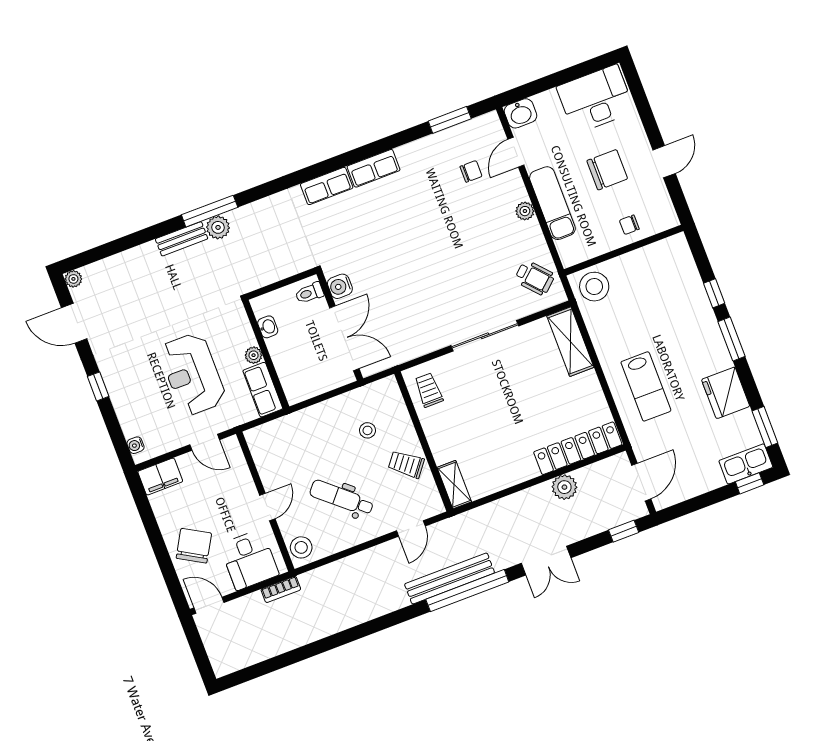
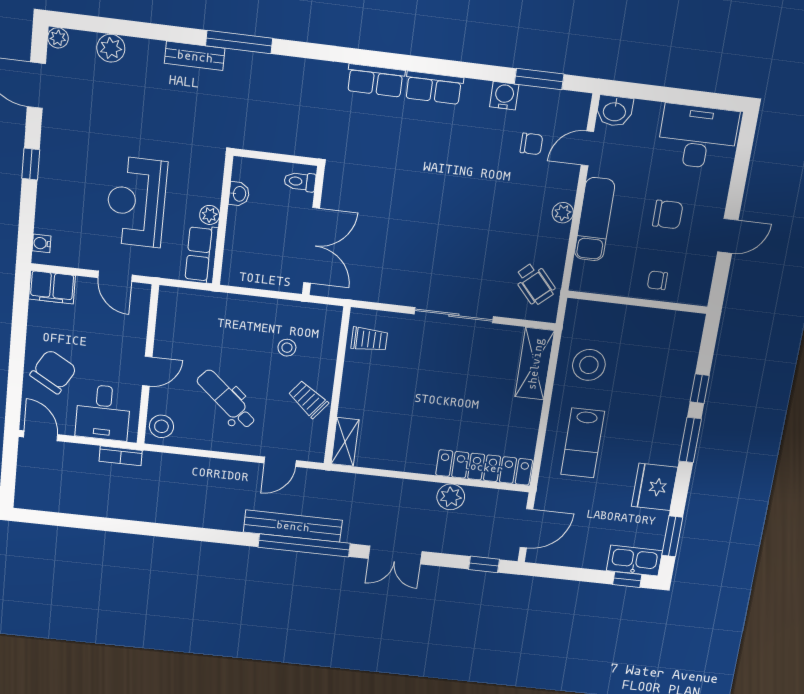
chair: (607, 170) -> (668, 214), width x0.73, depth x0.73
plant: (218, 227) -> (111, 48), moved
water cooler: (340, 286) -> (504, 96), moved, turned 90
stool: (594, 287) -> (589, 365), moved
trolley: (429, 390) -> (369, 339), turned 90

